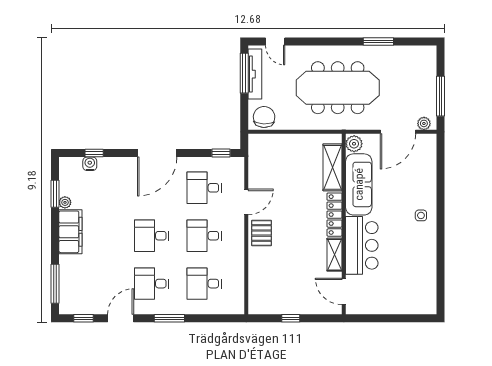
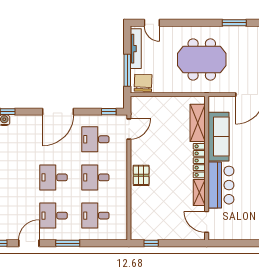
window: (244, 73) -> (127, 70), moved
meeting table: (338, 88) -> (202, 60), width x0.73
plant: (354, 144) -> (215, 104), removed
door: (246, 202) -> (129, 129), moved
window: (291, 318) -> (151, 243), moved

